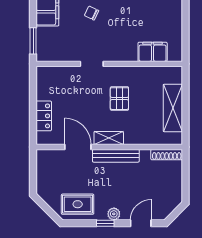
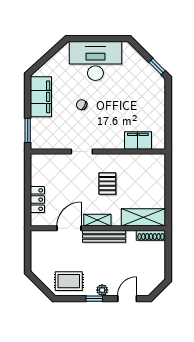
shelving: (173, 108) -> (143, 217), moved, turned 90
door: (78, 147) -> (69, 228), hinge flipped

